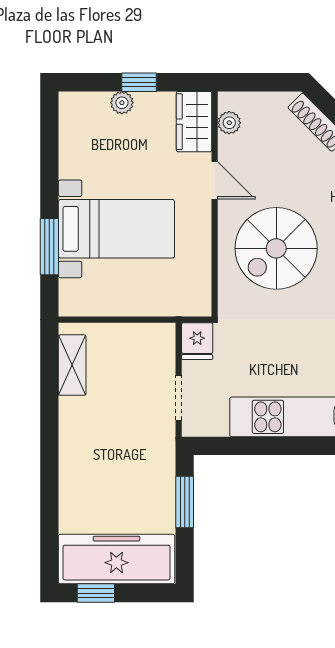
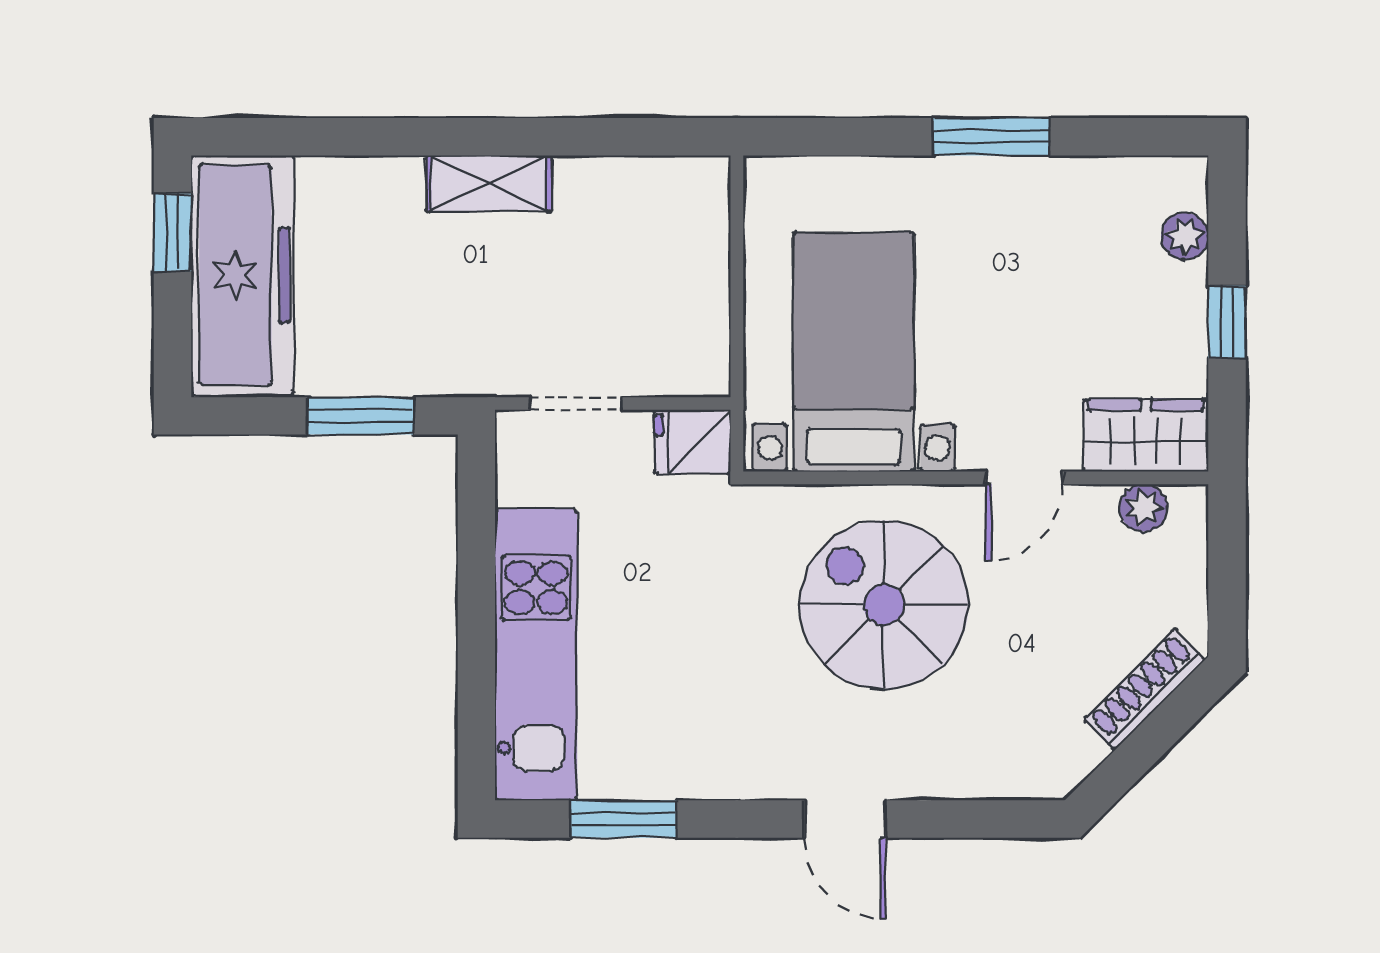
plant: (122, 103) -> (1185, 236), moved
bed with nightstands: (116, 229) -> (854, 352), moved, turned 180
window: (49, 247) -> (991, 137), moved
shelving: (72, 365) -> (489, 184), moved

